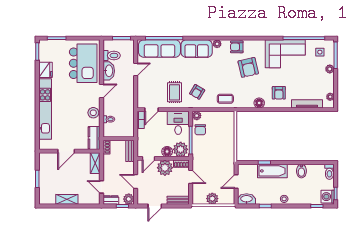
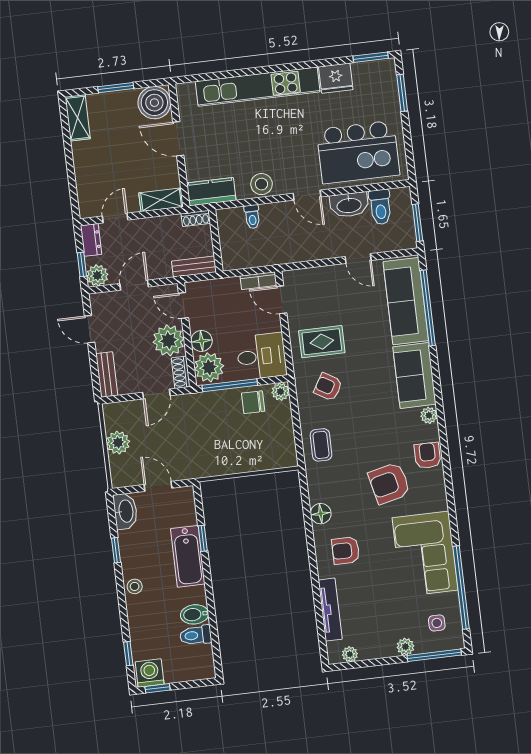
boiler: (47, 161) -> (154, 103), added
toilet: (329, 172) -> (196, 635), moved
shelving: (67, 199) -> (78, 118), moved

